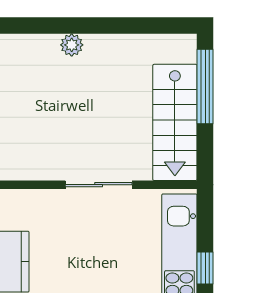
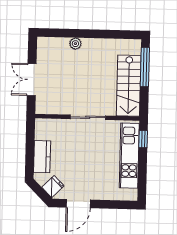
window: (205, 268) -> (143, 139), moved

